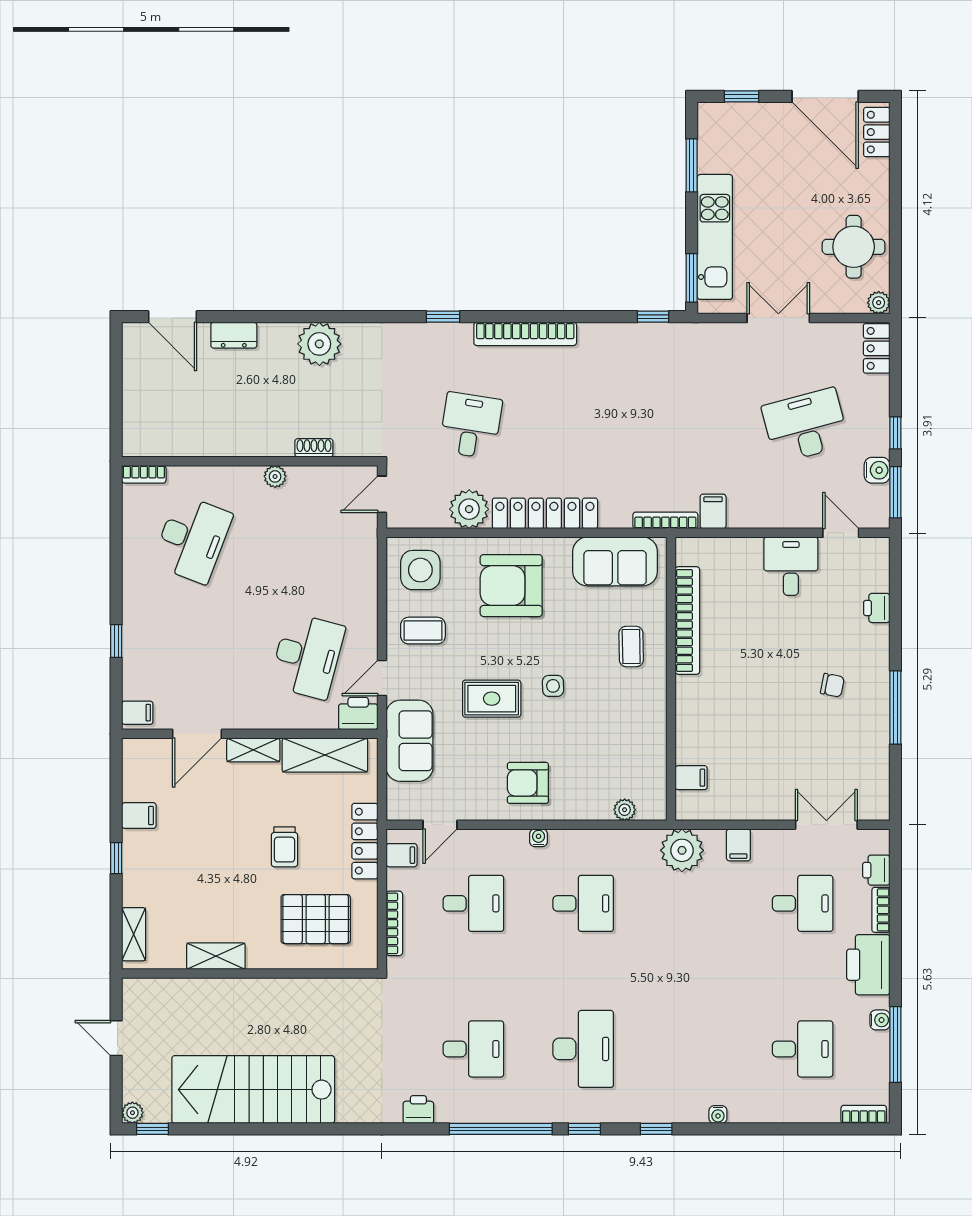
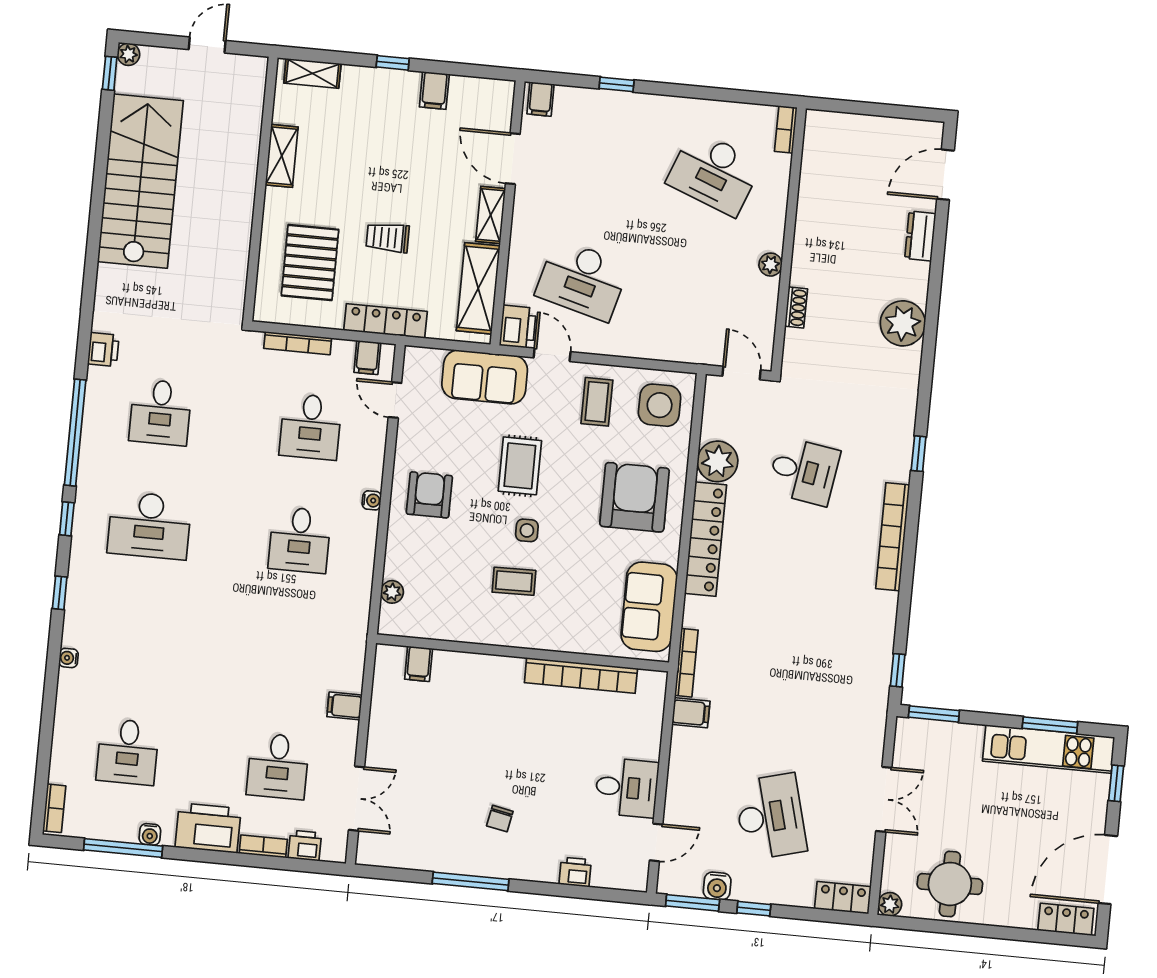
kitchen unit: (715, 237) -> (1049, 749), moved
coffee table: (631, 647) -> (514, 581), moved
plant: (682, 850) -> (344, 647), removed

